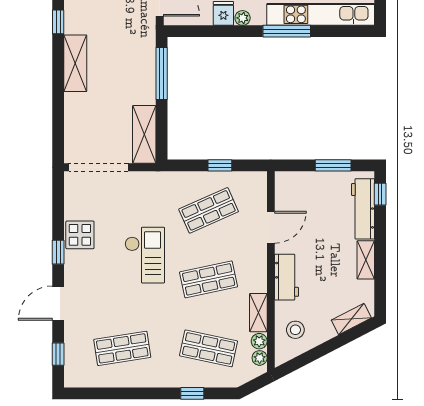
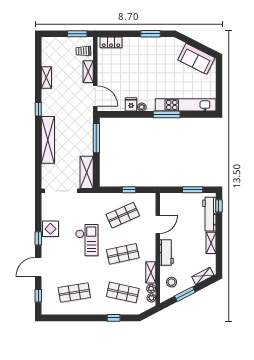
shelving: (75, 63) -> (48, 140), width x1.47
window: (319, 351) -> (185, 294), added

